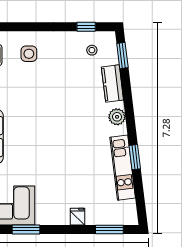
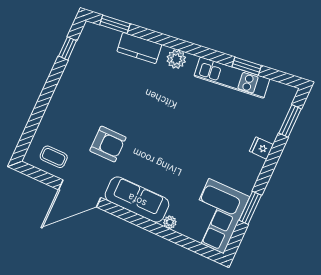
stool: (92, 50) -> (95, 54), removed
side table: (29, 54) -> (68, 121), removed
armchair: (25, 93) -> (108, 144), added
window: (135, 157) -> (247, 66), moved

